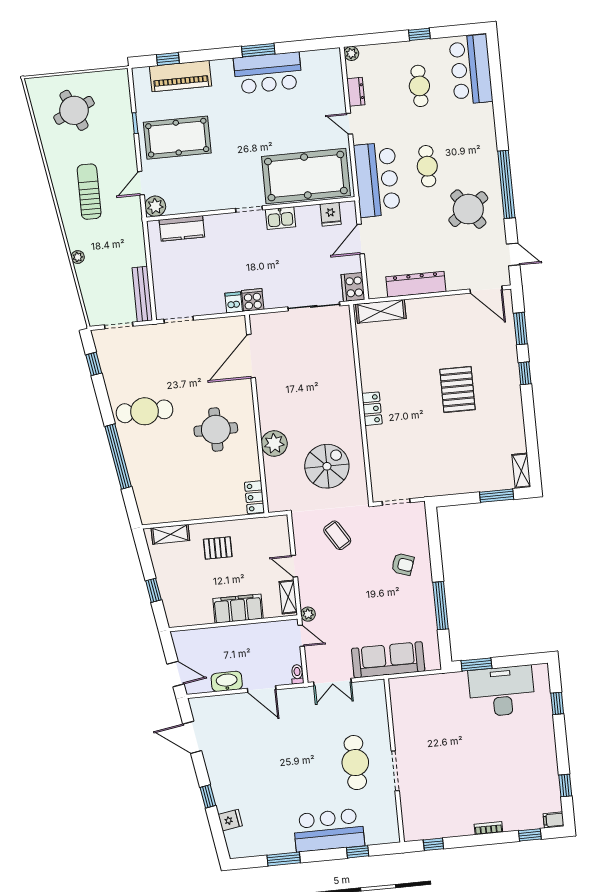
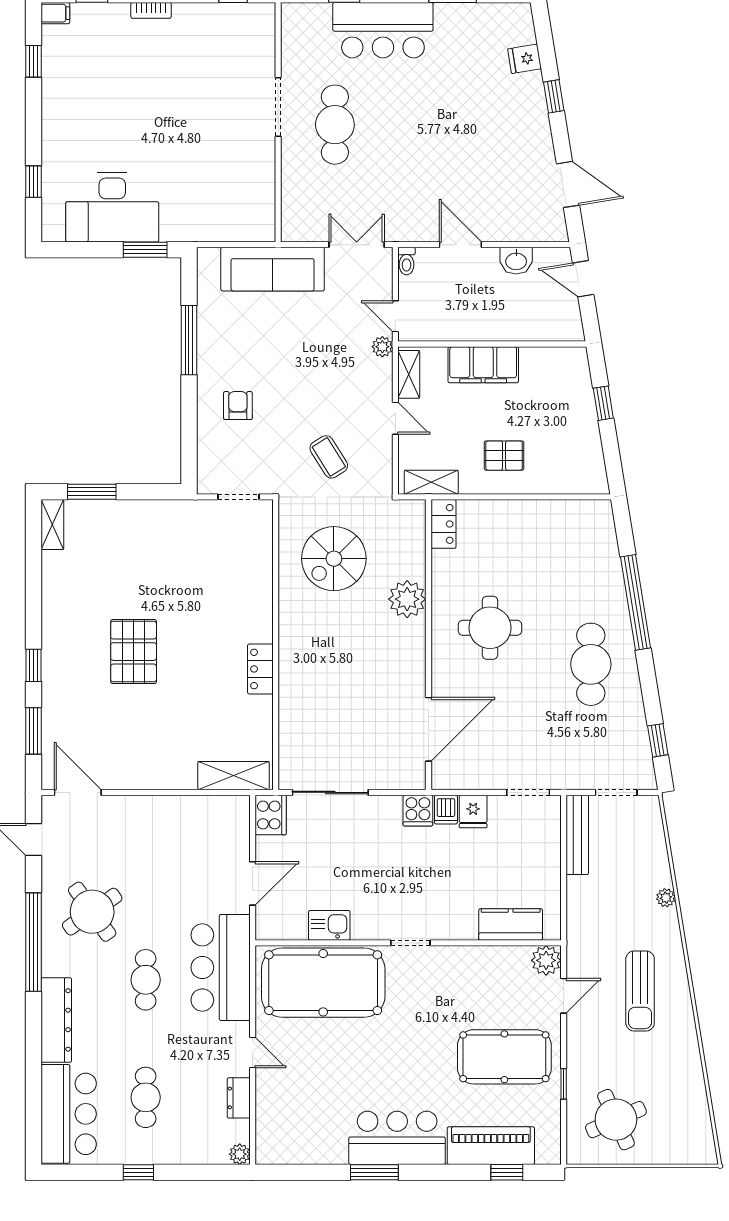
bar counter: (268, 73) -> (397, 1138), moved
round table: (74, 110) -> (616, 1120), moved
fridge: (331, 214) -> (473, 811), moved, turned 180
kitchen sink: (280, 218) -> (329, 925), moved
dresser: (416, 284) -> (56, 1020), moved, turned -90
locker: (372, 409) -> (260, 669), moved
cafe table: (145, 411) -> (591, 664), turned 90
shelving: (170, 534) -> (431, 482), moved
armchair: (403, 564) -> (238, 406), turned 71
washbasin: (227, 681) -> (516, 261), width x0.72

